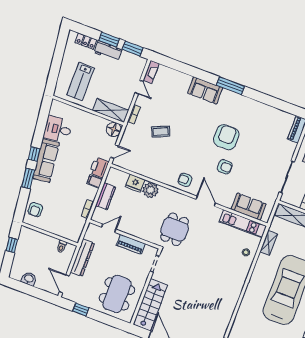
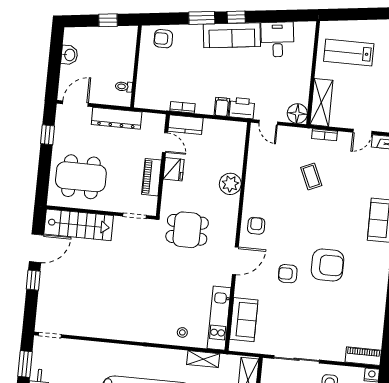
armchair: (225, 167) -> (288, 274), turned 89
fridge: (135, 183) -> (174, 169), moved, turned 180
kitchen counter: (106, 196) -> (185, 125), moved

